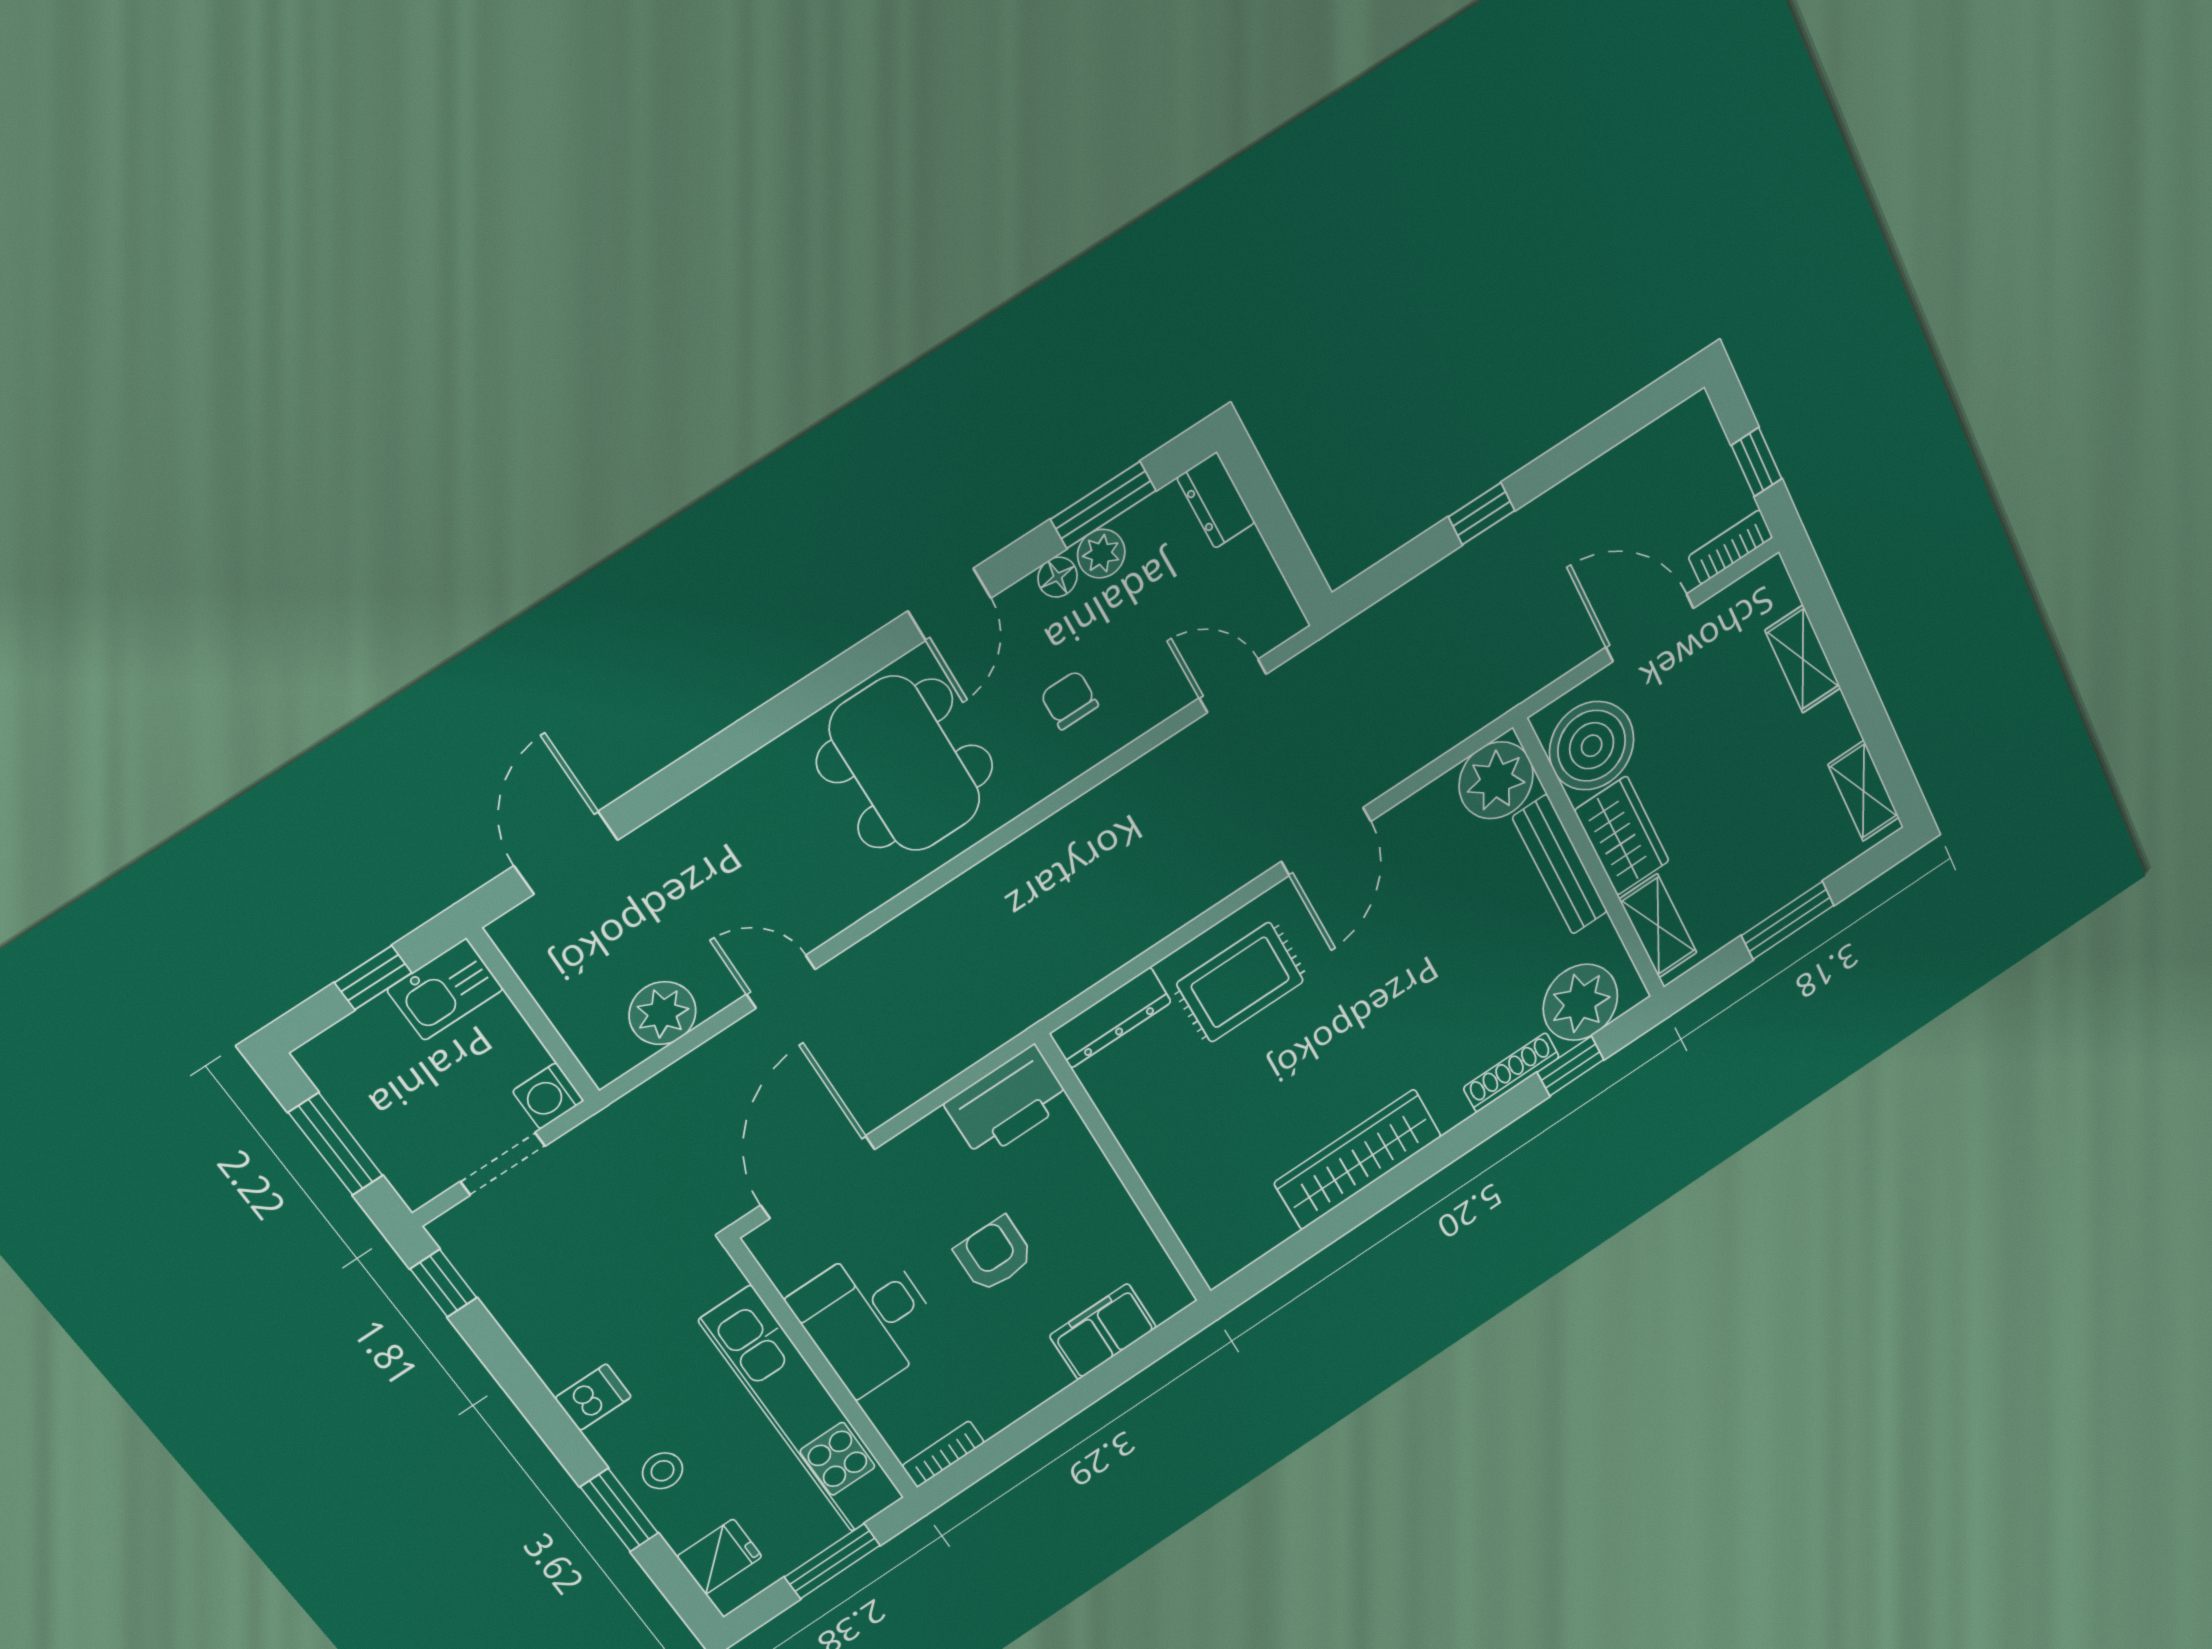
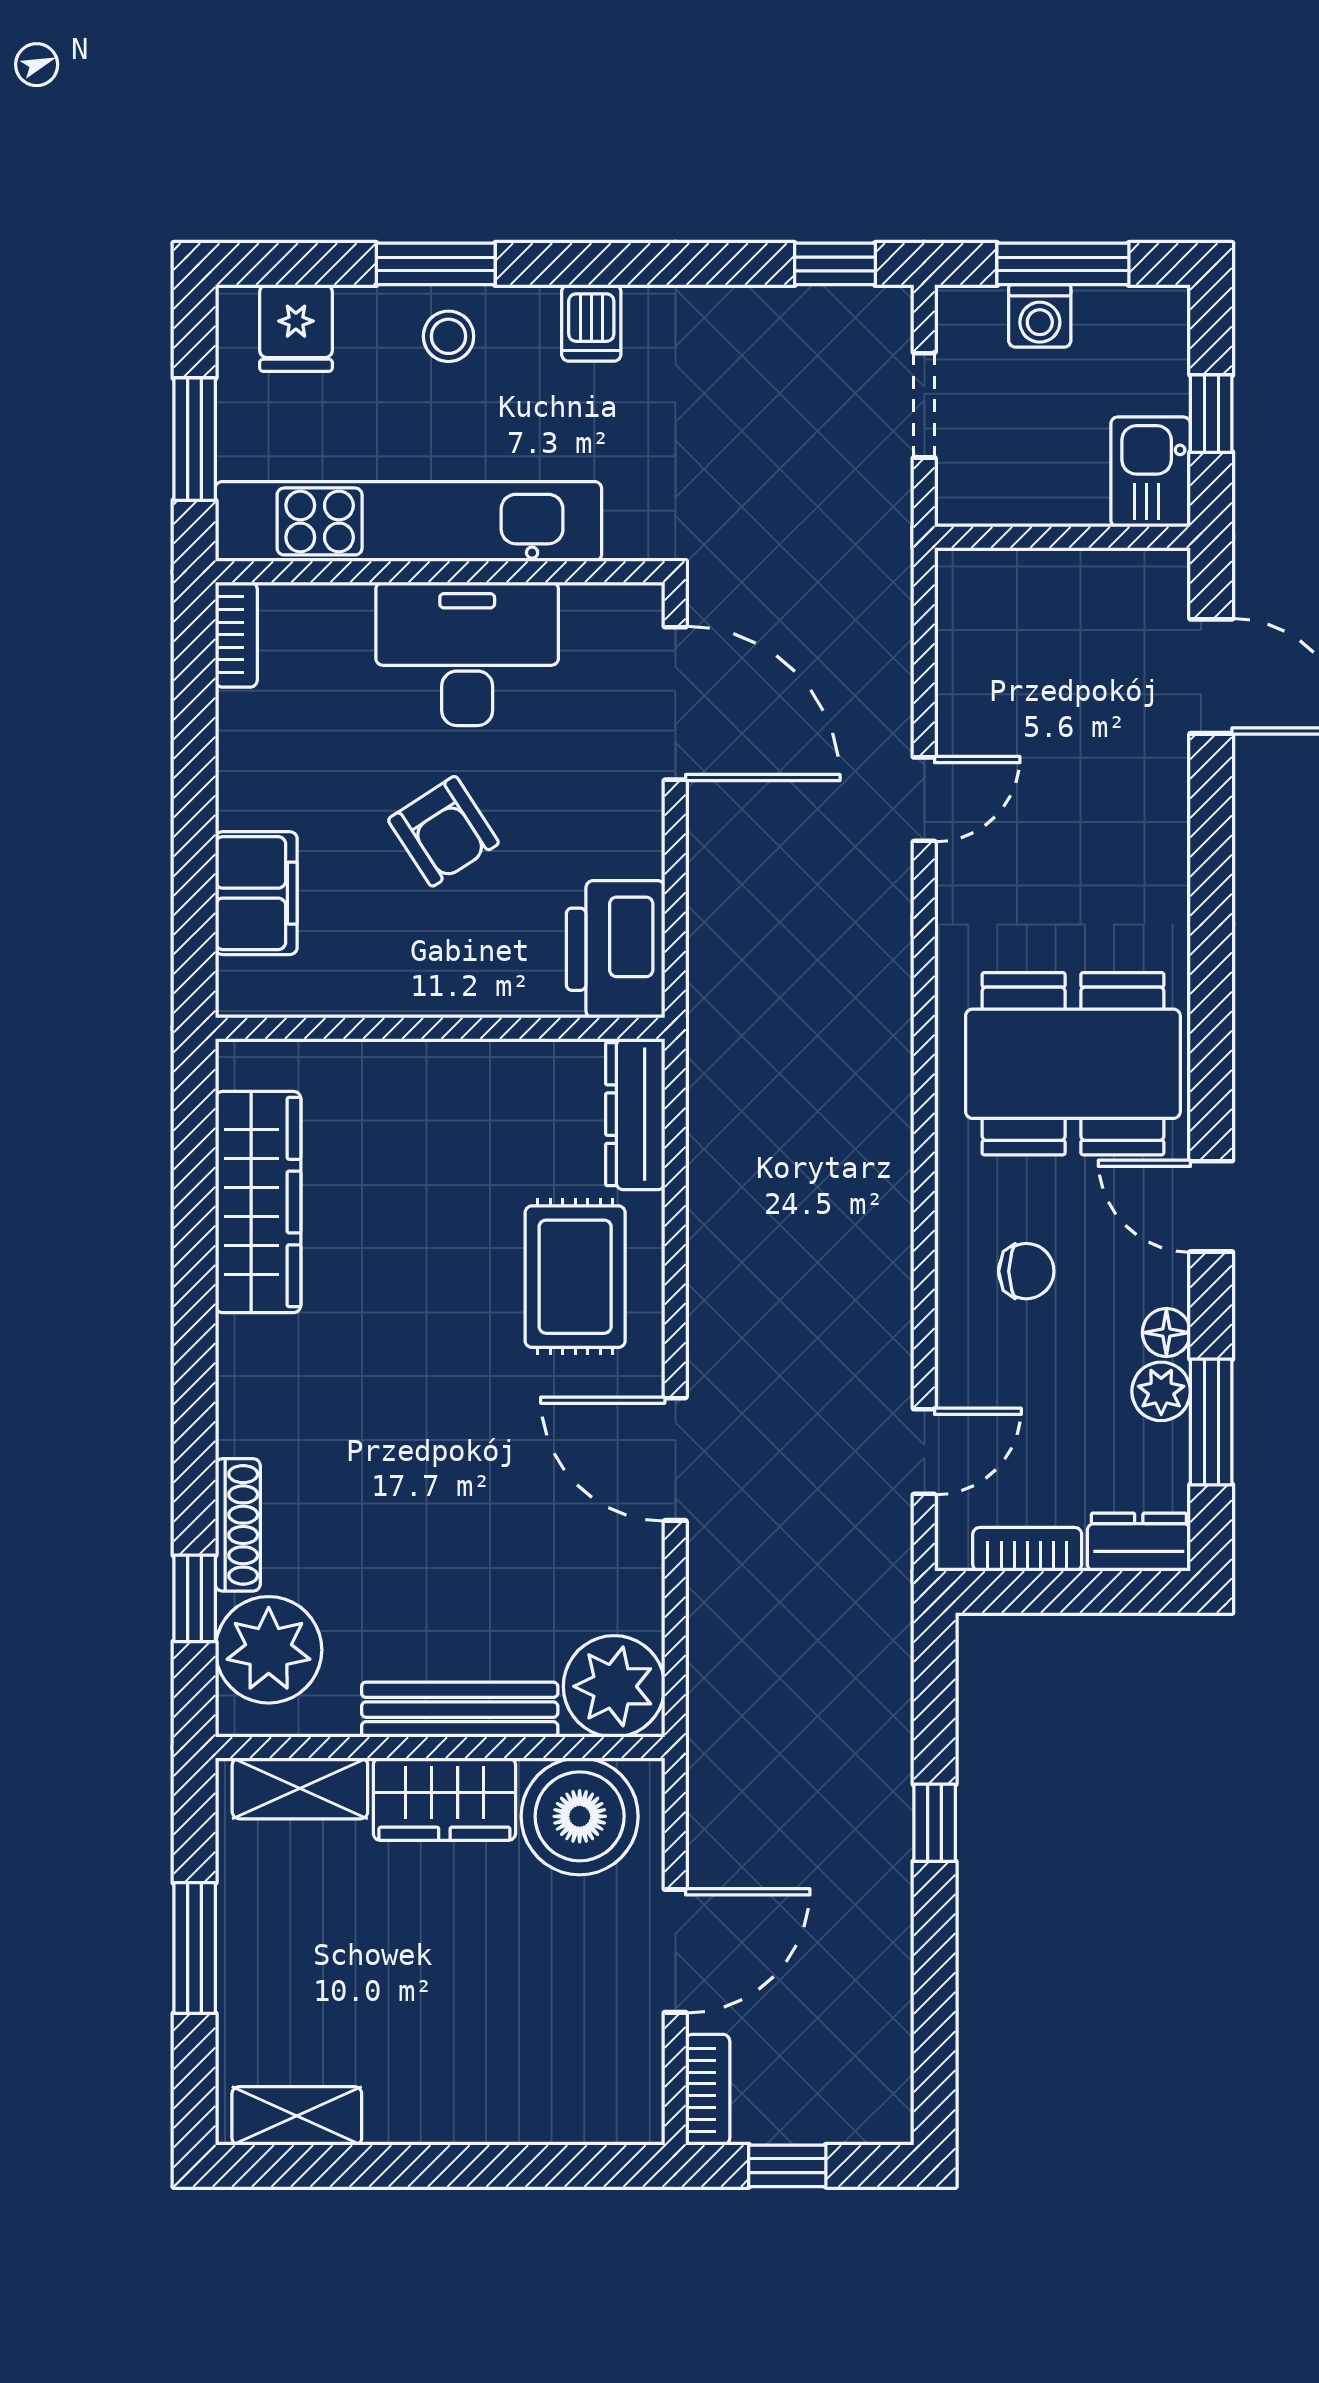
bookcase: (1262, 573) -> (1027, 1549), added
shelving: (1803, 659) -> (514, 2115), removed
plant: (662, 1013) -> (975, 662), removed
washing machine: (548, 1096) -> (1040, 316), moved, turned 180
wardrobe: (1358, 1160) -> (258, 1202), moved
armchair: (994, 1254) -> (443, 831), turned 57

